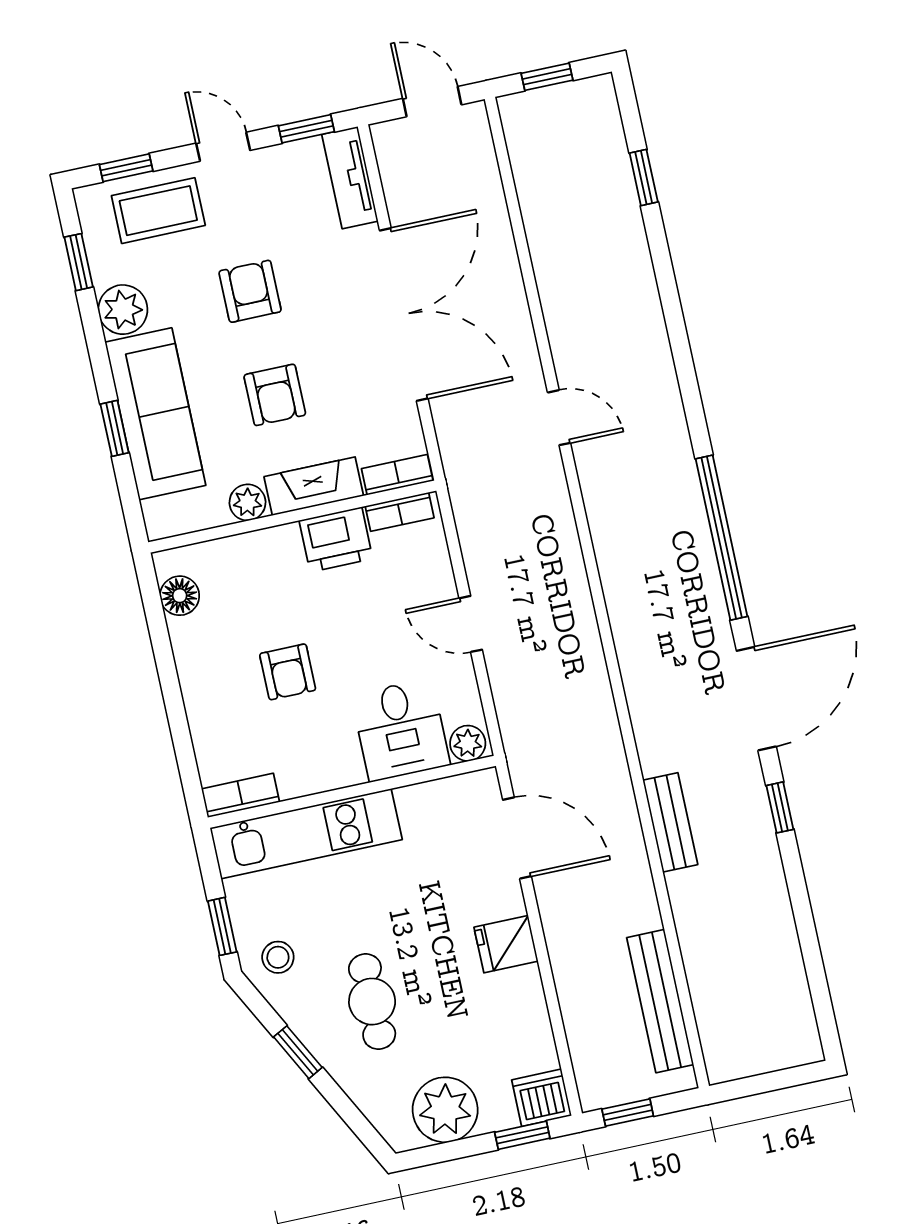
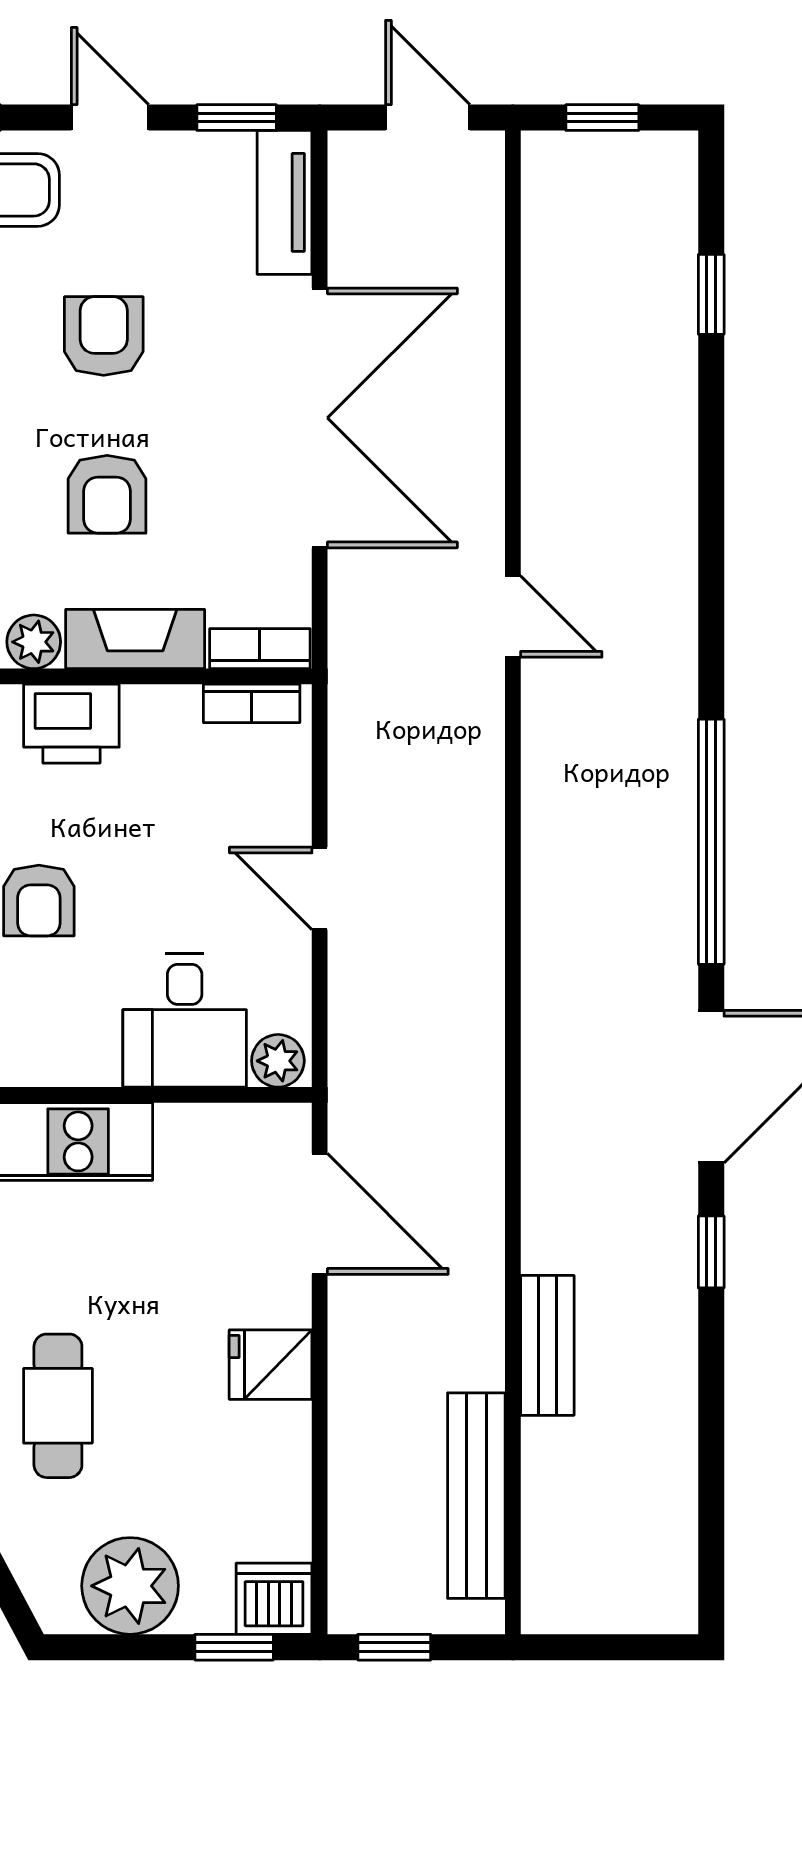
printer: (336, 540) -> (71, 724), moved
bench: (670, 822) -> (547, 1345), moved

